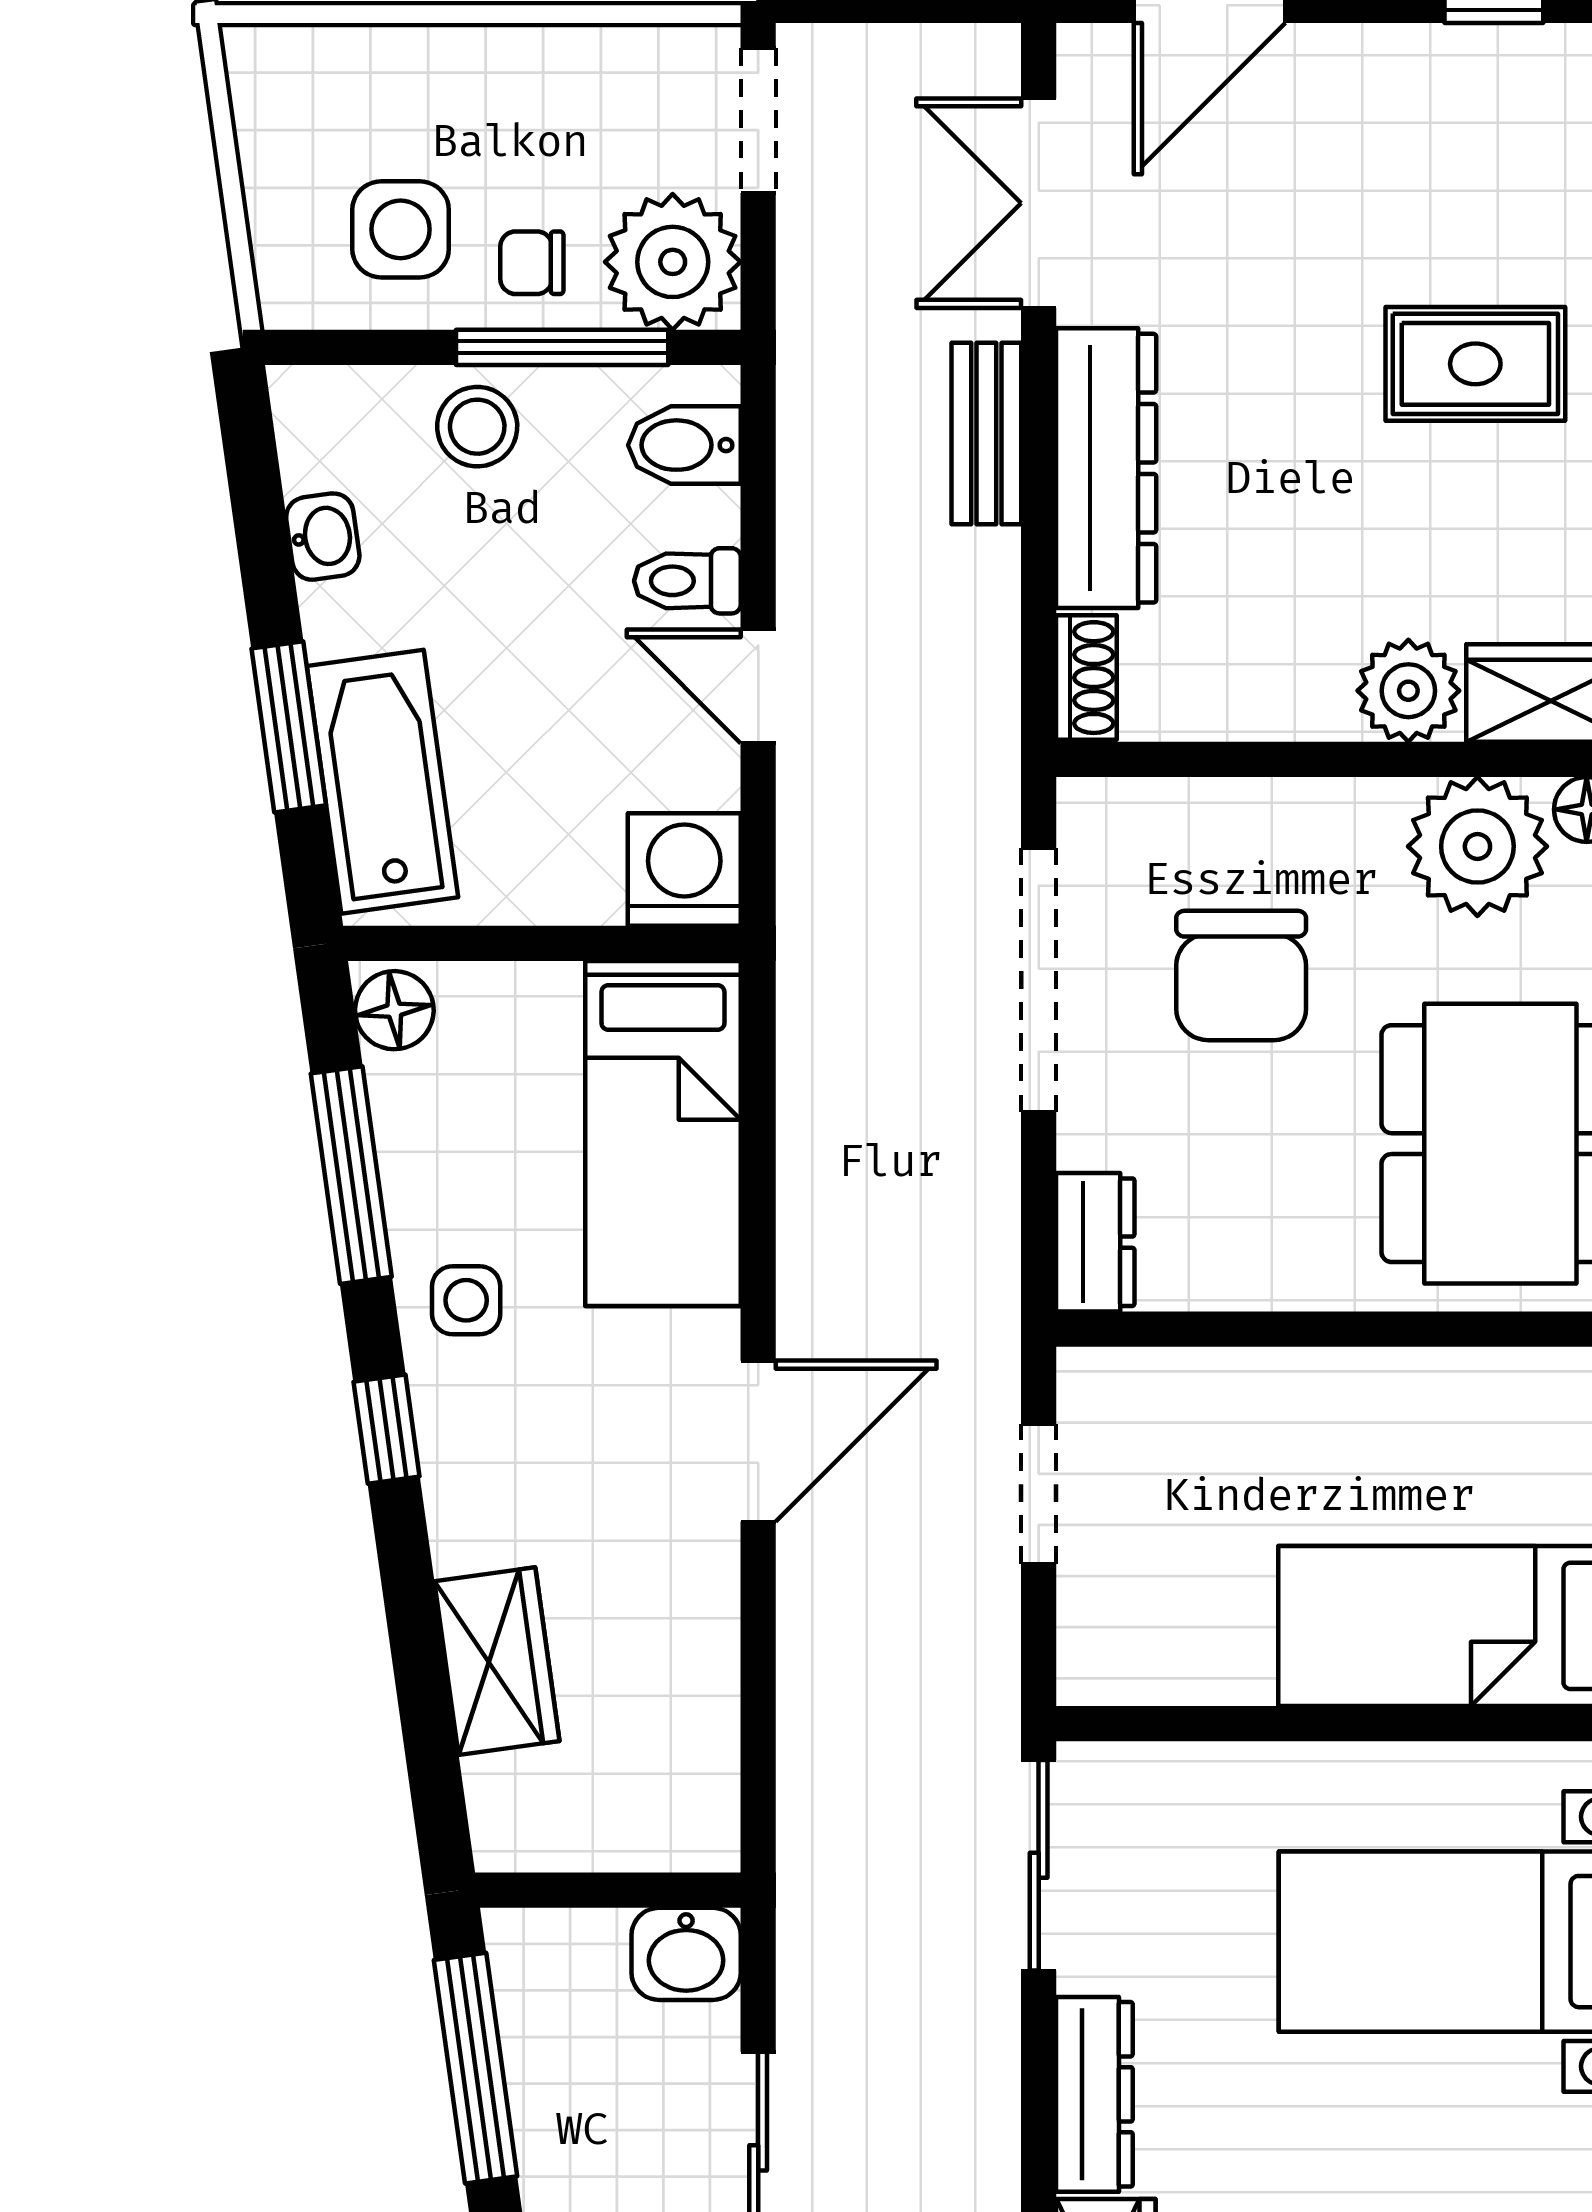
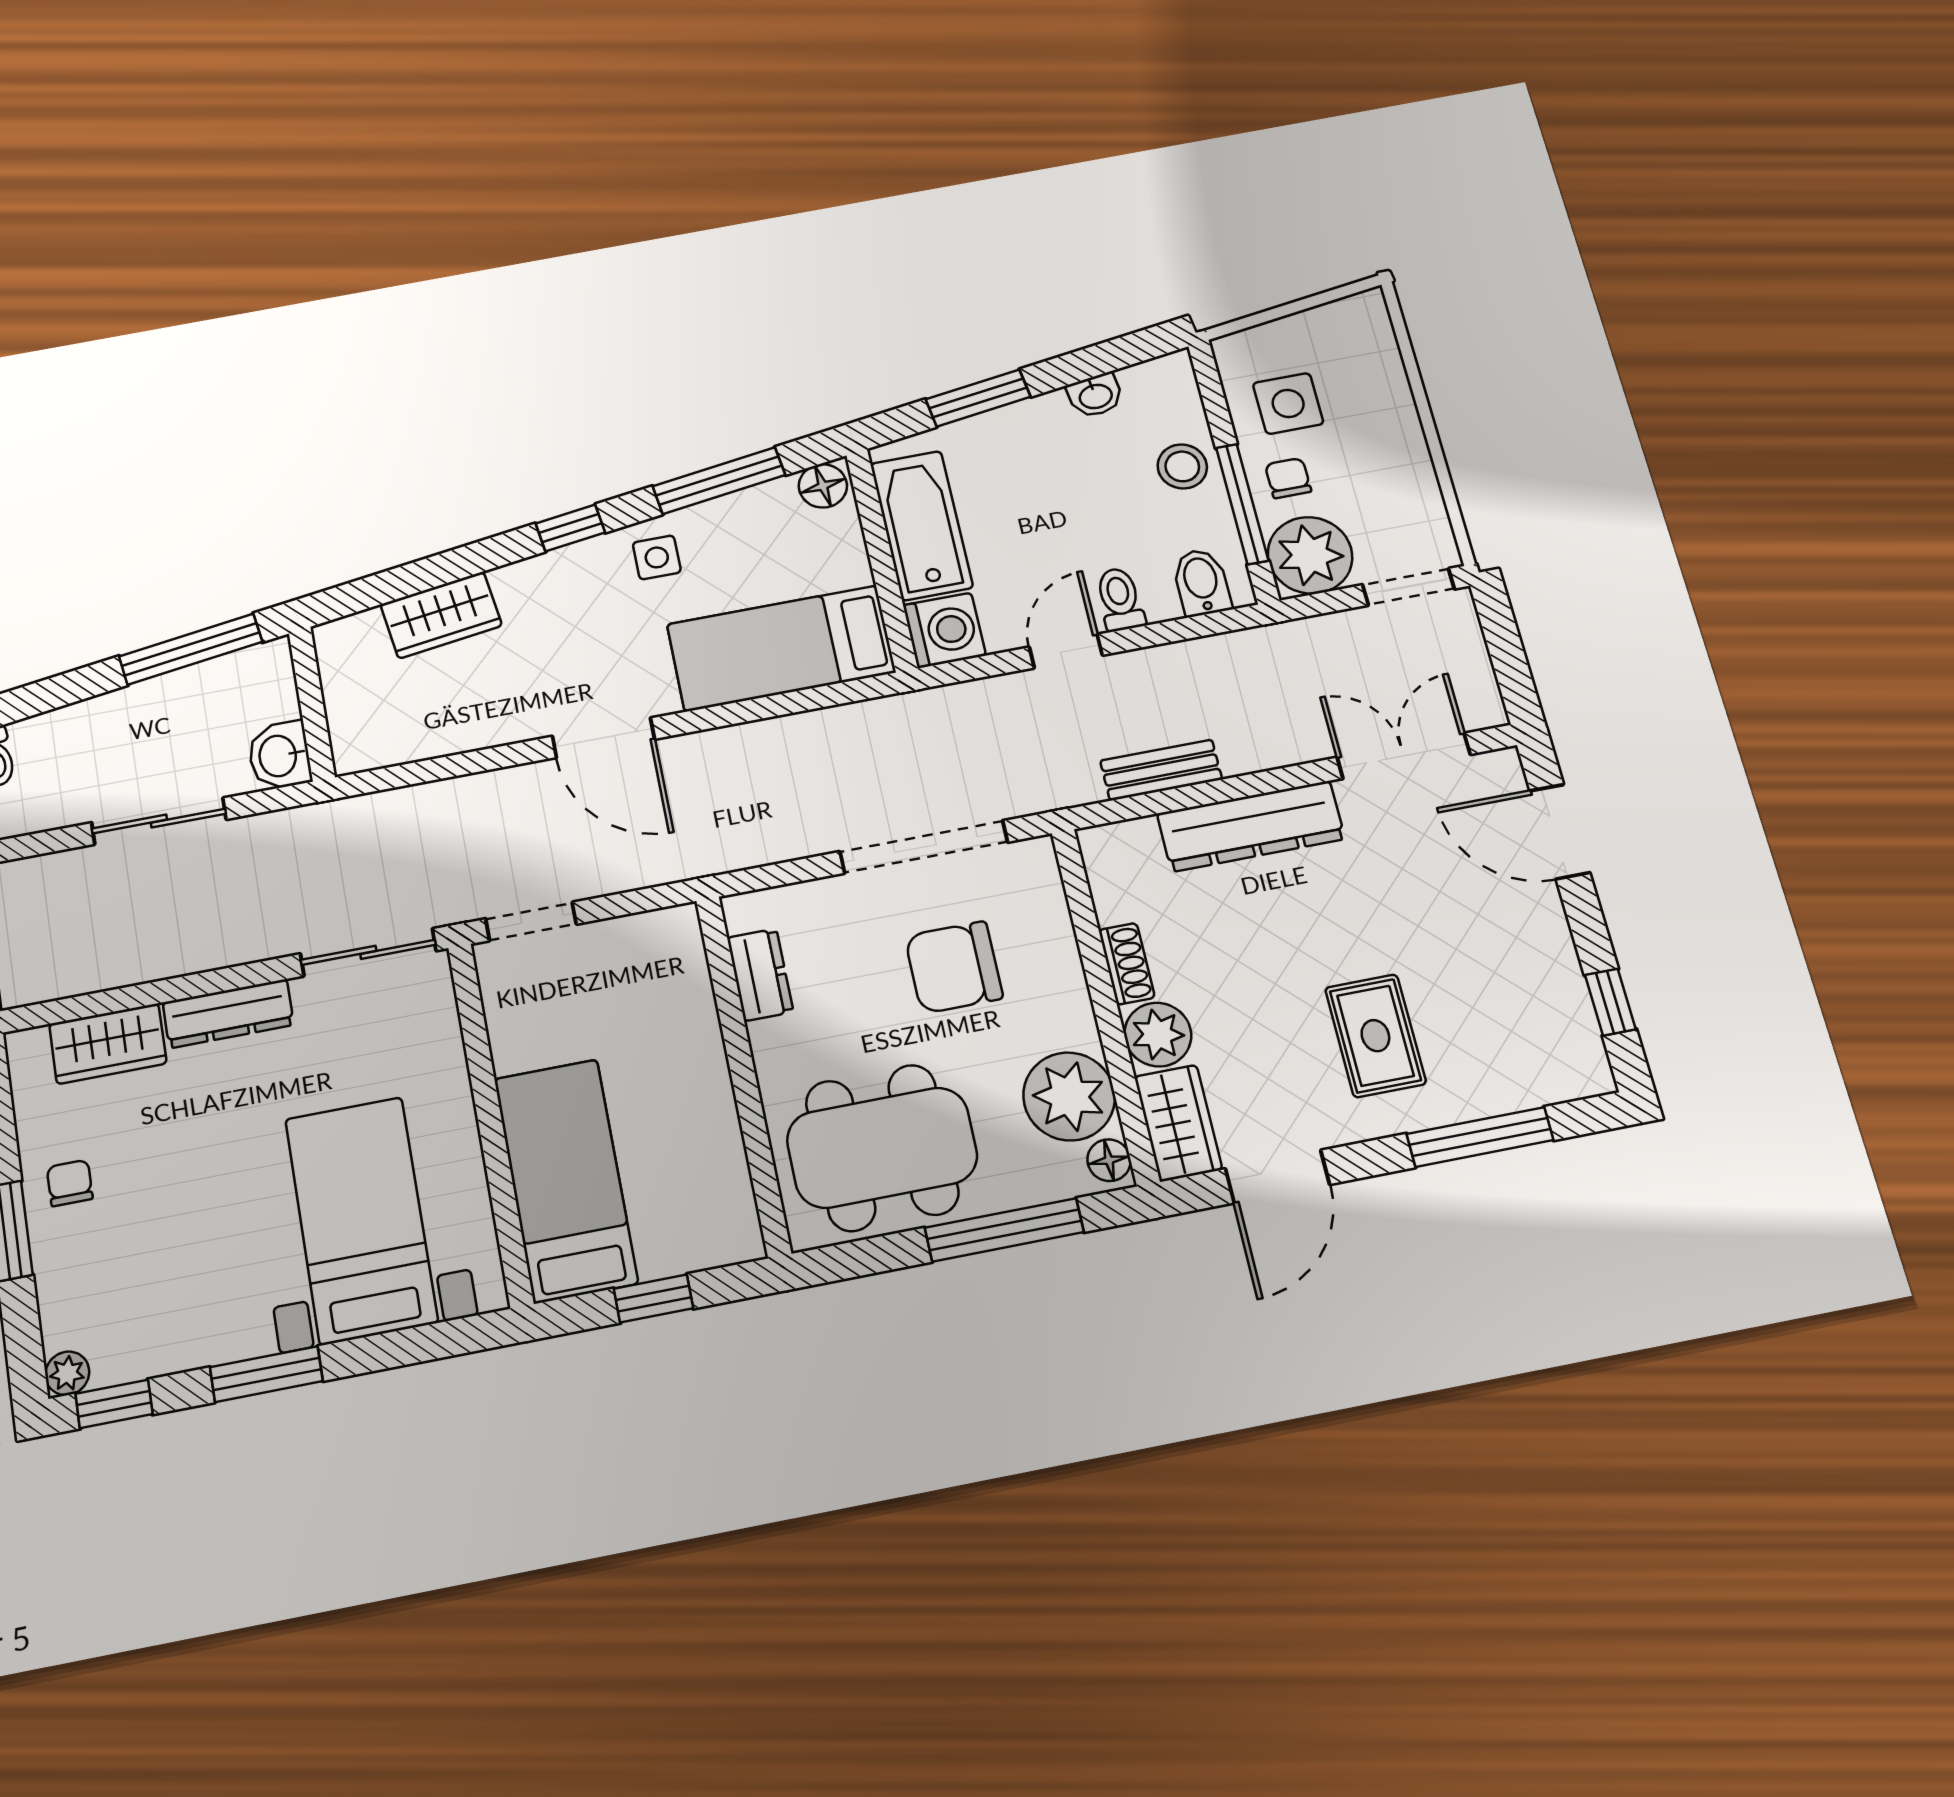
bench: (986, 434) -> (1161, 770), moved
shoe rack: (1086, 678) -> (1127, 964), moved, turned -90
bathtub: (382, 782) -> (921, 525), moved, turned -82
dresser: (1095, 1242) -> (760, 975), moved, turned -90
doorway: (1039, 1494) -> (531, 921), moved

